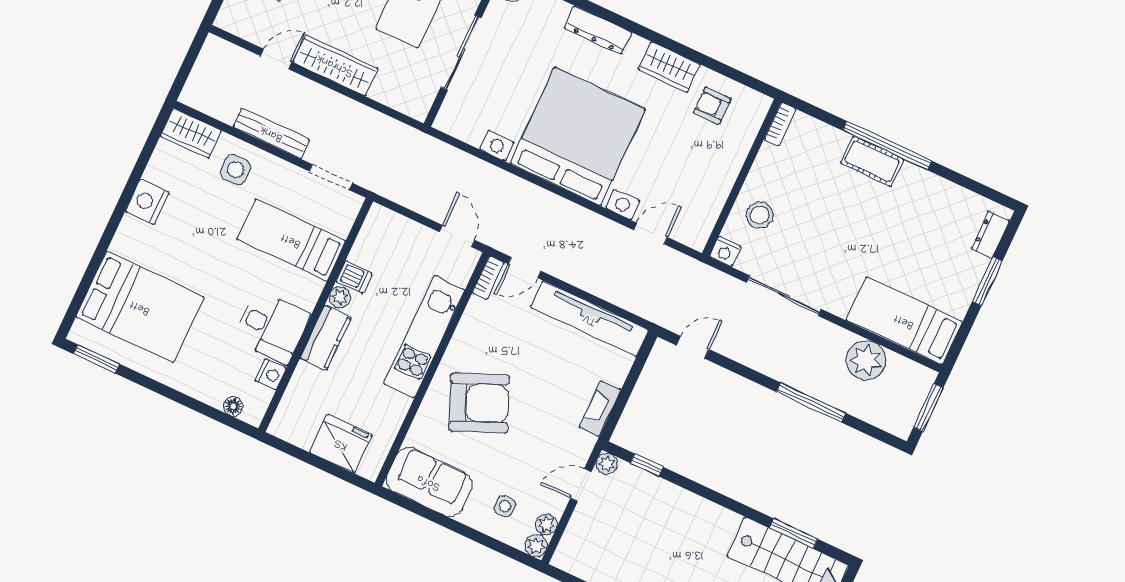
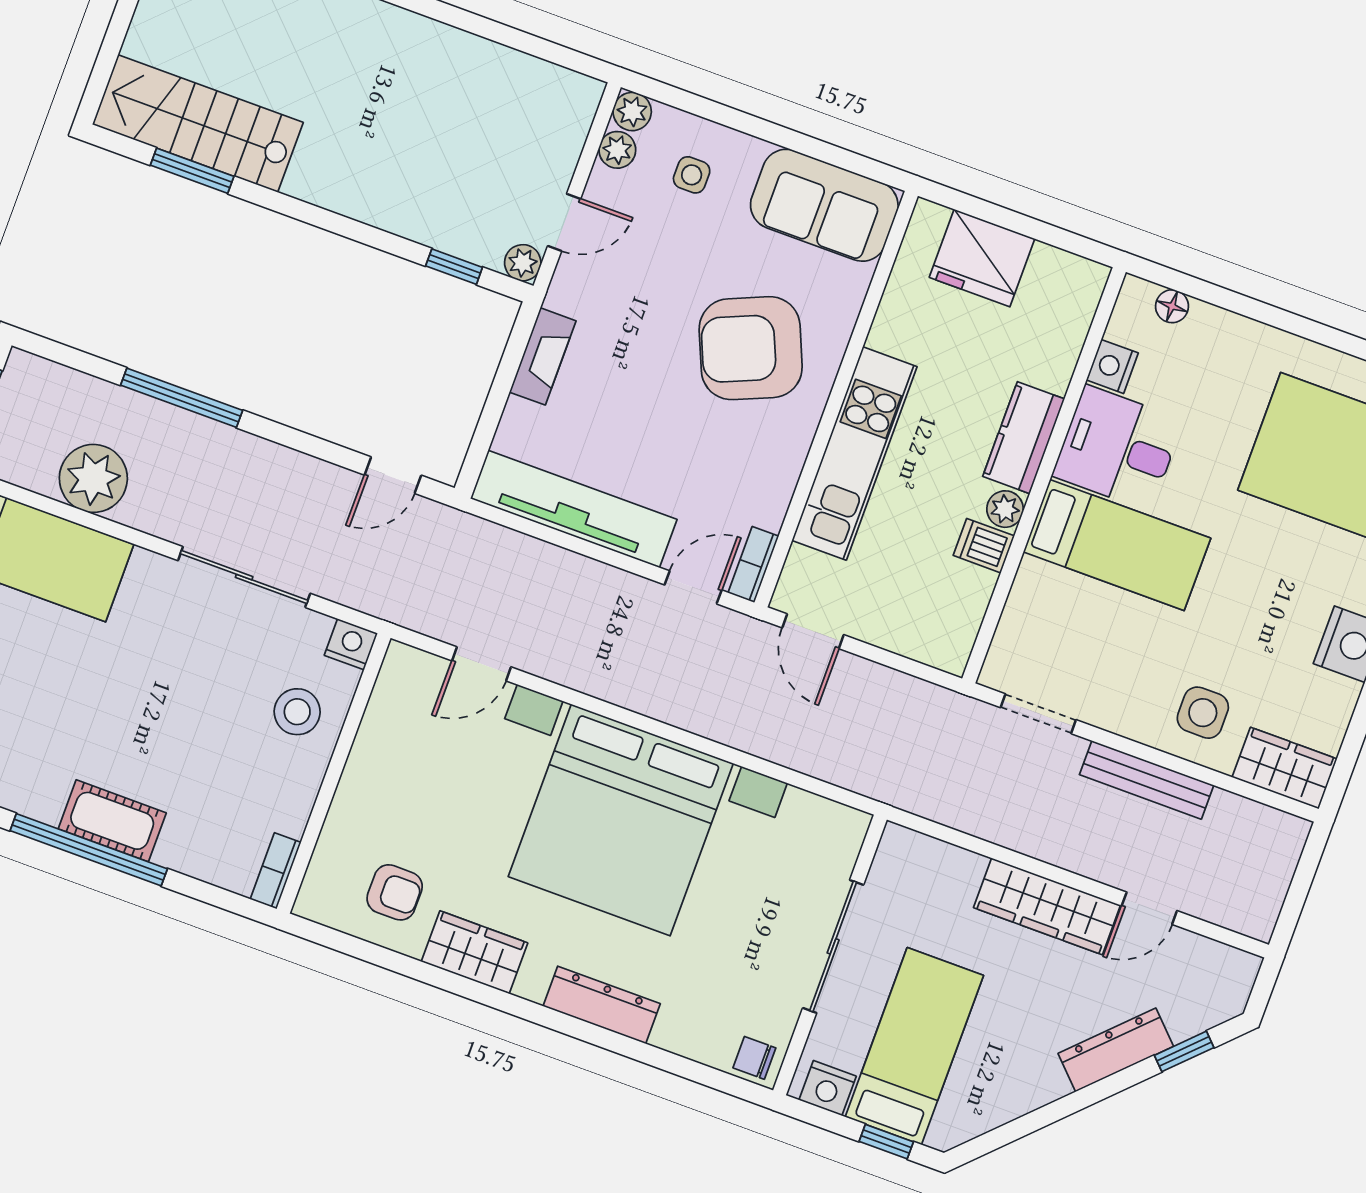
bed: (291, 240) -> (1117, 545), moved

